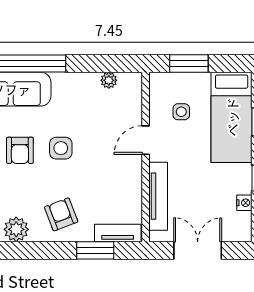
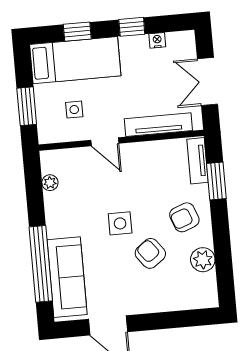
armchair: (20, 150) -> (150, 253), moved, turned -127

